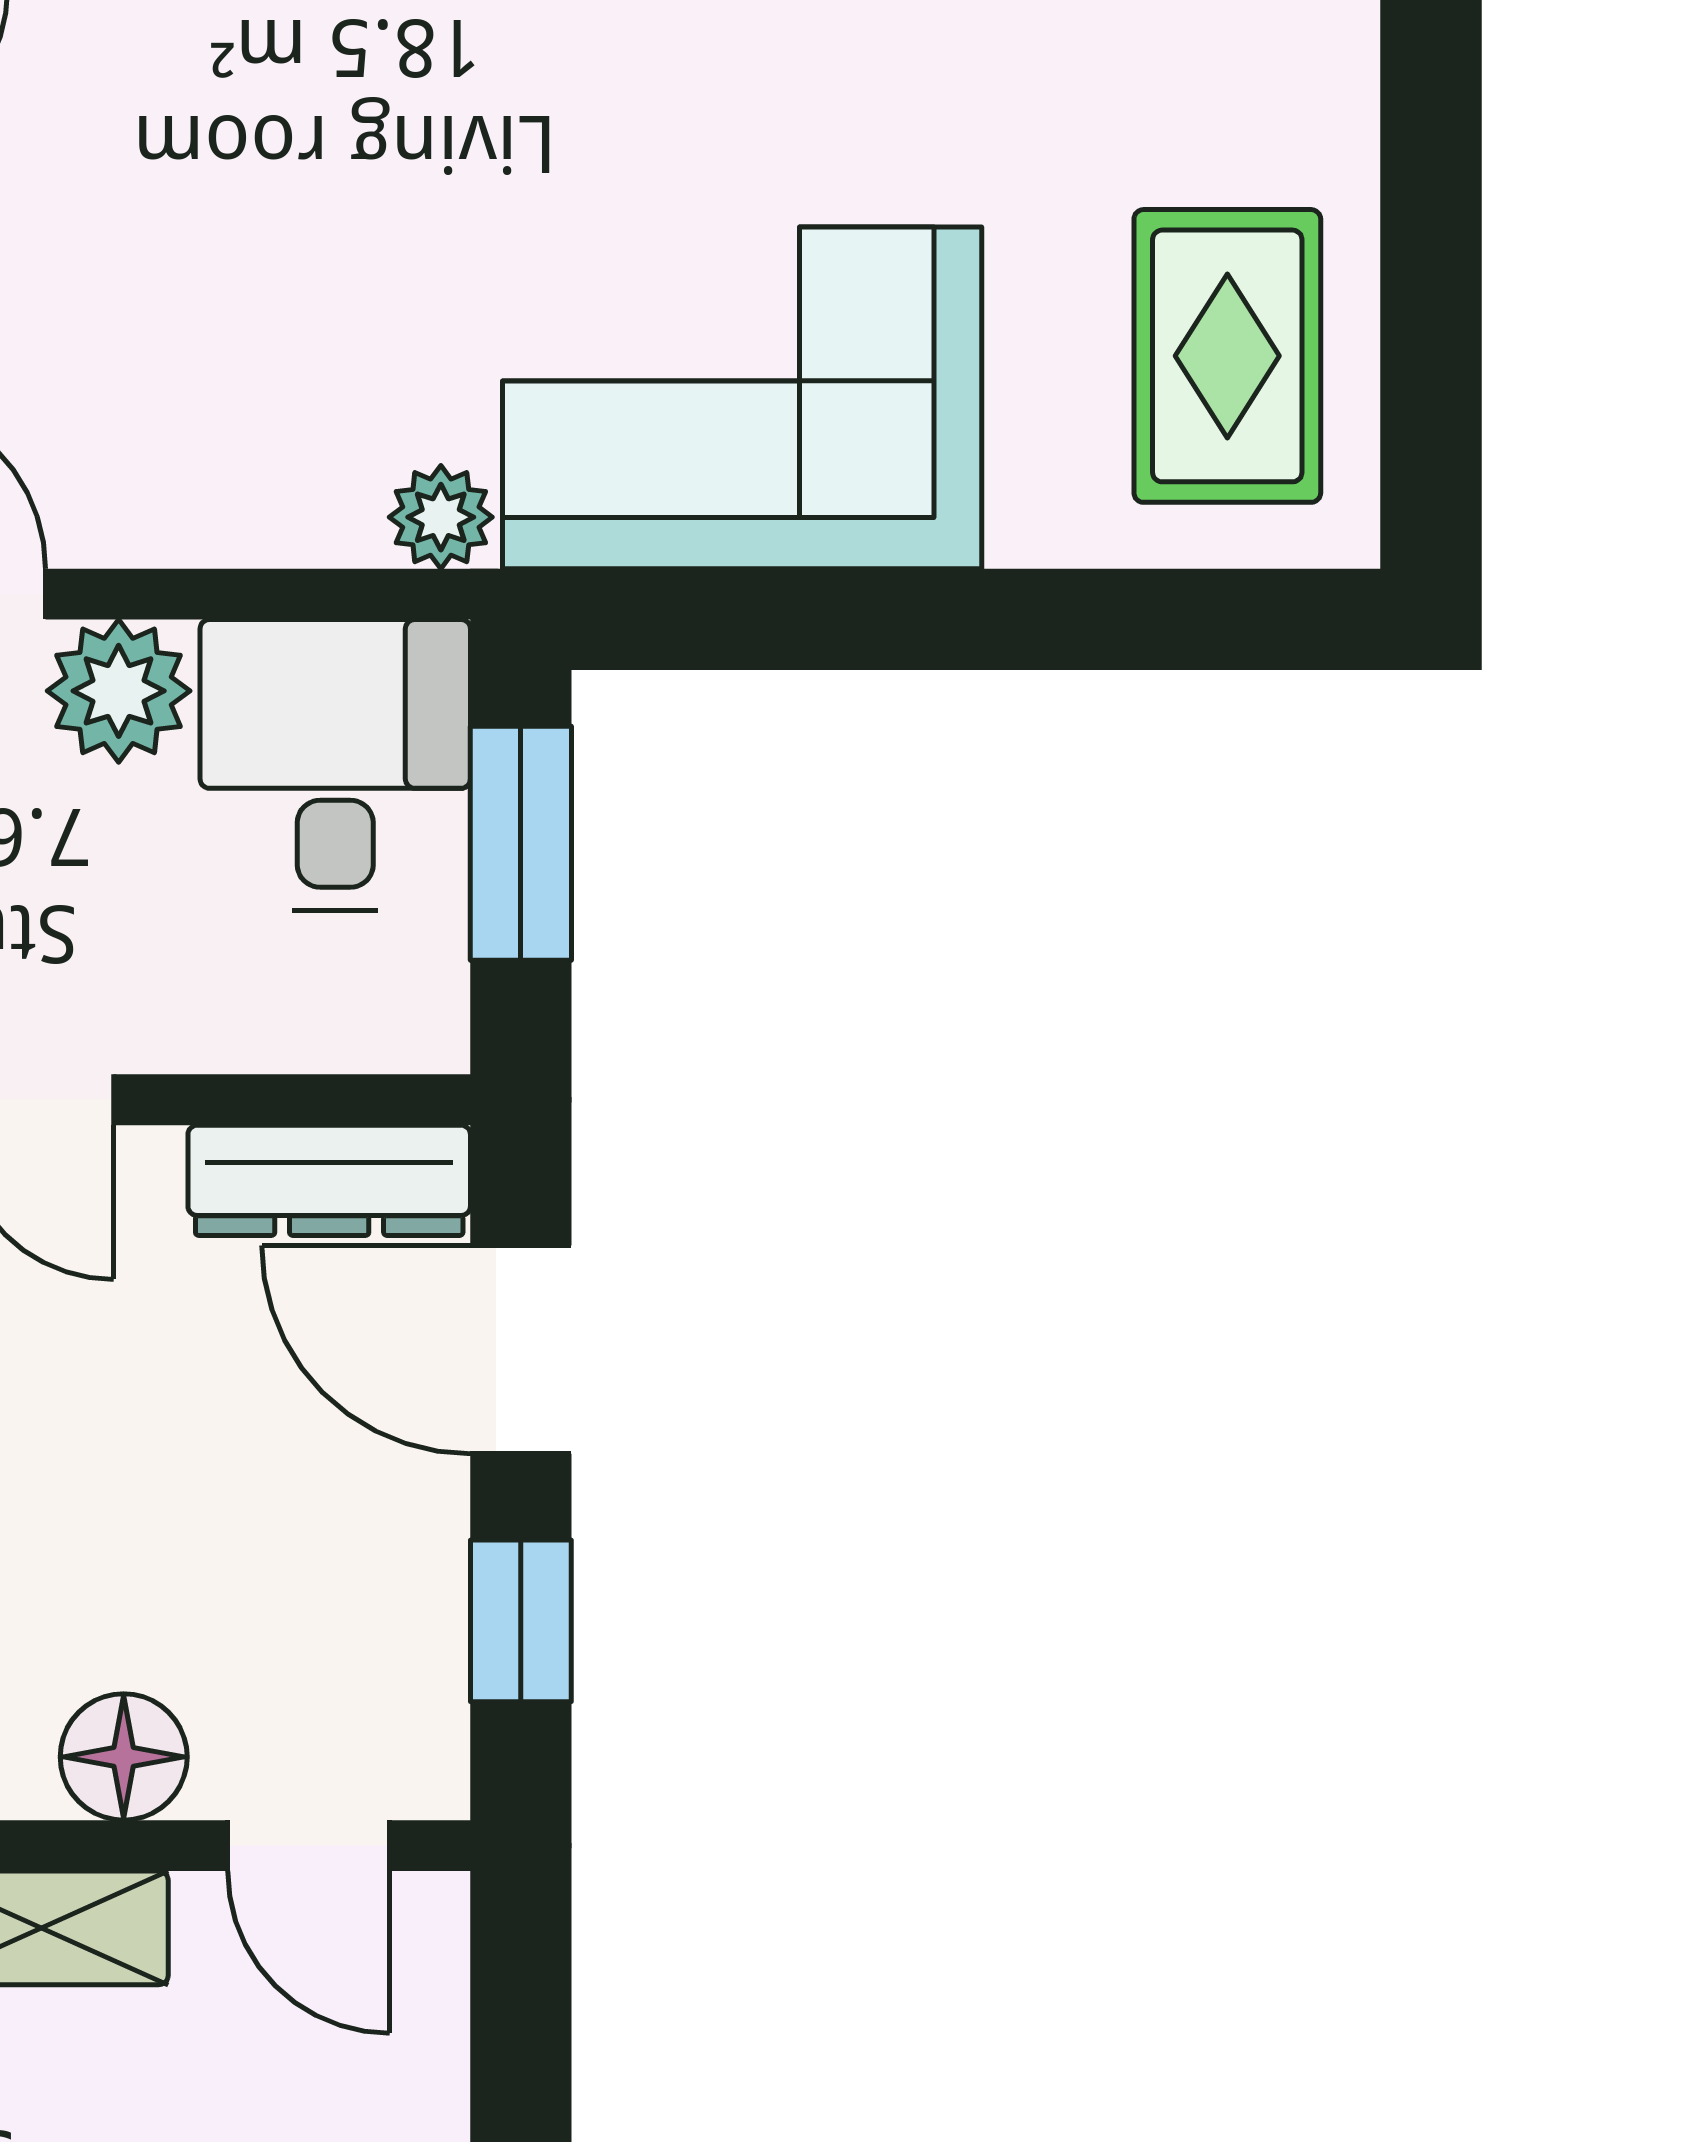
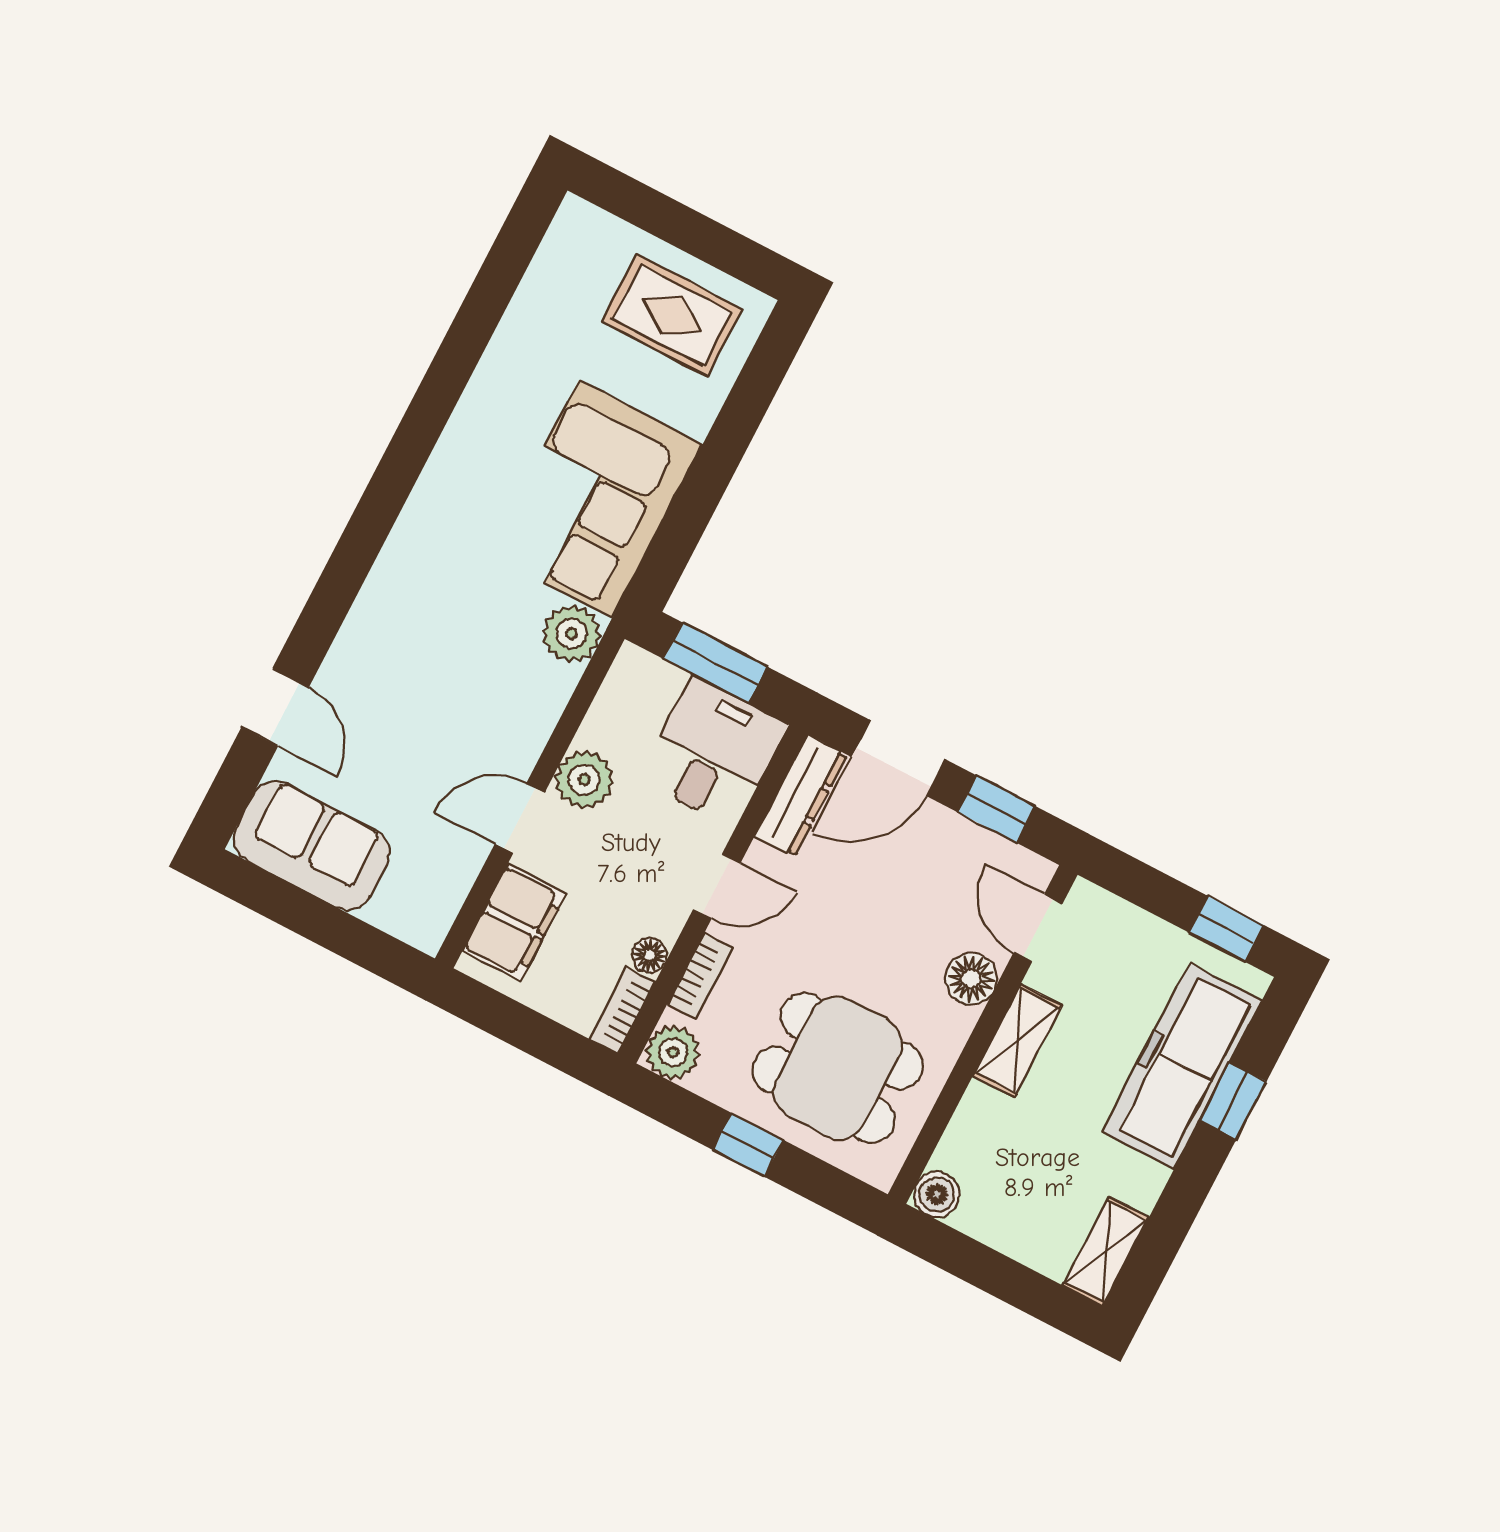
plant: (441, 517) -> (571, 634), width x1.38, depth x1.38
desk: (335, 765) -> (713, 752), moved, turned 90
door: (309, 1846) -> (1038, 928), swing flipped

